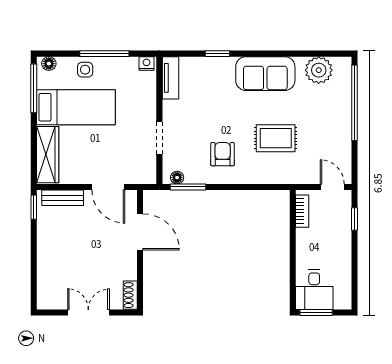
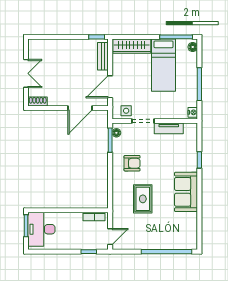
side table: (85, 70) -> (126, 111), moved
plant: (319, 70) -> (188, 228), removed
tv unit: (170, 78) -> (169, 128), moved
desk: (314, 290) -> (41, 229), width x1.37

